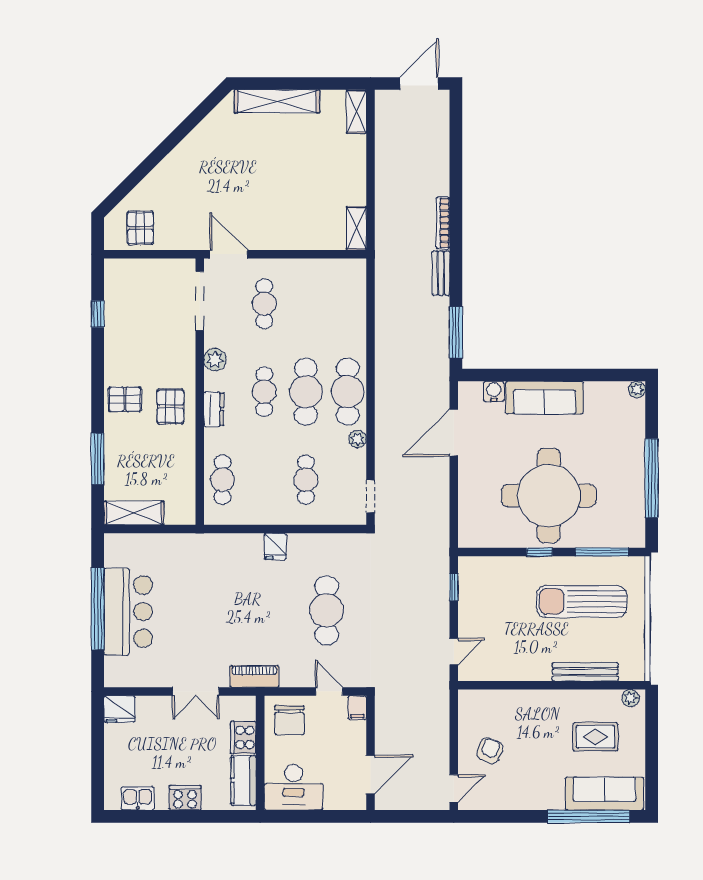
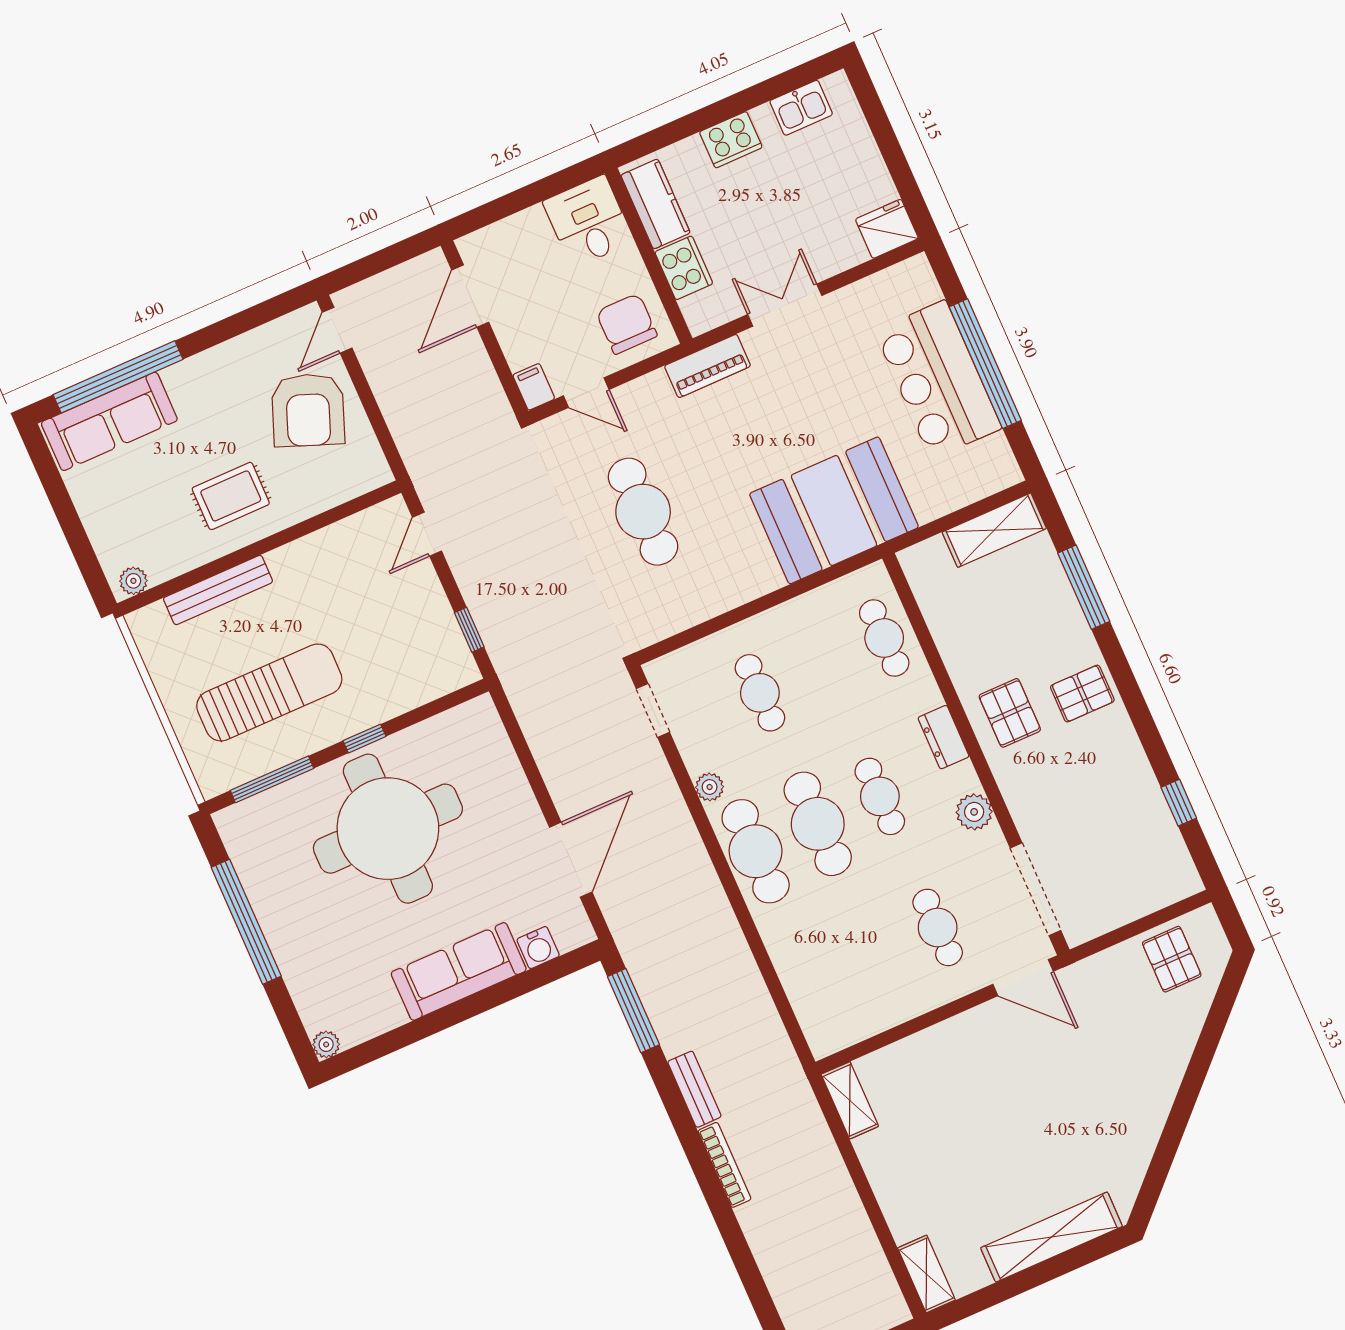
fridge: (275, 546) -> (762, 573), removed
booth: (219, 564) -> (834, 510), added
rug: (595, 737) -> (231, 496), moved
armchair: (490, 751) -> (308, 410), width x1.88, depth x1.88
desk: (293, 787) -> (588, 221), width x0.73

